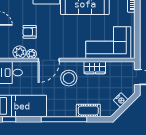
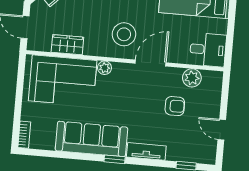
plant: (32, 54) -> (105, 68), moved
wardrobe: (95, 68) -> (67, 45), moved

